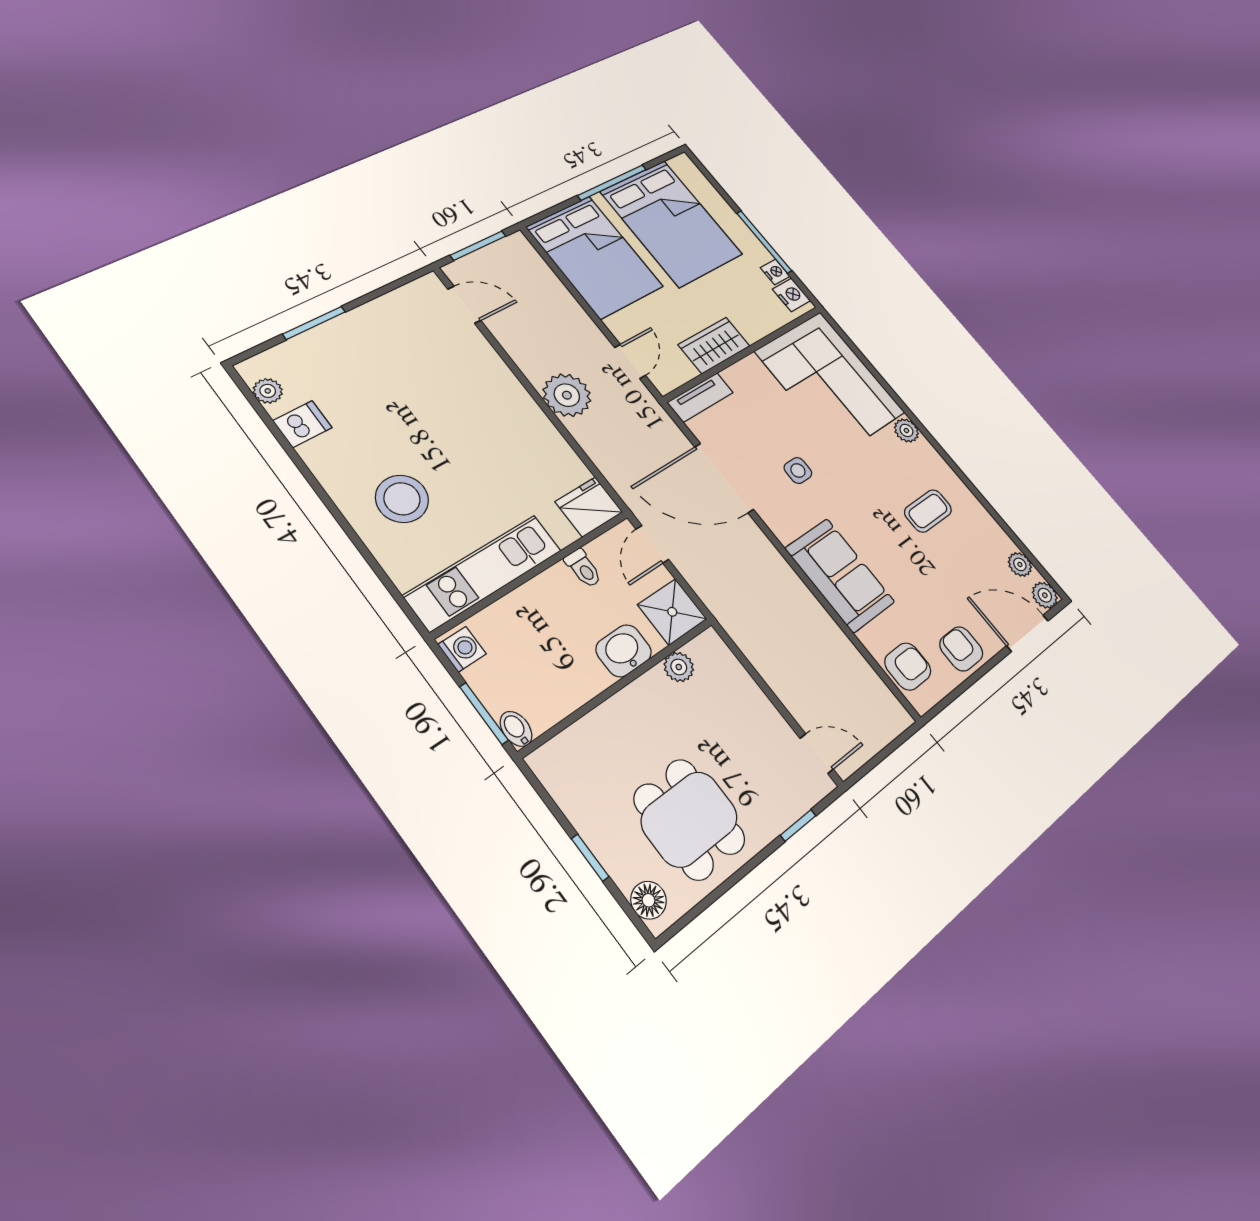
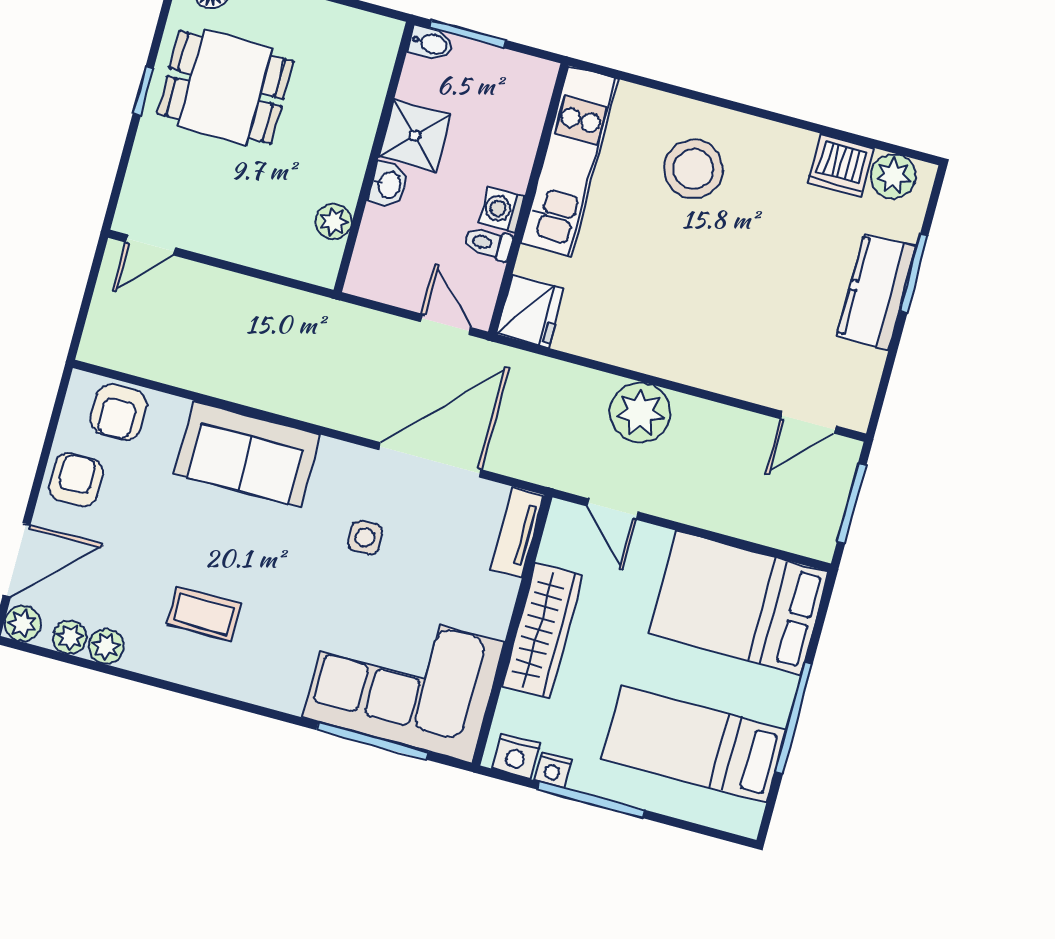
bed: (671, 223) -> (694, 744), width x0.67
kitchen counter: (349, 333) -> (877, 292), added
wardrobe: (714, 345) -> (542, 631), width x1.50
window: (871, 369) -> (372, 741), added
plant: (268, 391) -> (893, 176), width x1.38, depth x1.38
dishwasher: (302, 424) -> (841, 166), width x1.38
plant: (906, 430) -> (106, 647), moved
coffee table: (928, 511) -> (204, 614), turned 90
shower: (672, 612) -> (415, 136), moved
washing machine: (462, 649) -> (501, 209), moved, turned 90
armchair: (961, 649) -> (76, 480), turned -90
washbasin: (624, 651) -> (388, 185), width x0.72, depth x0.69
window: (798, 825) -> (143, 91), moved

